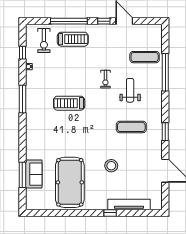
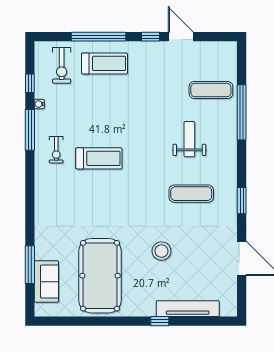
exercise bike: (105, 79) -> (56, 150), moved
window: (22, 99) -> (30, 130), moved
treadmill: (69, 103) -> (99, 158), turned 180
sofa: (34, 174) -> (46, 282), moved

